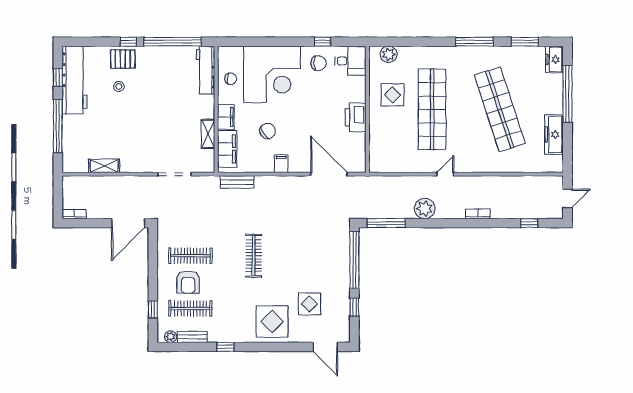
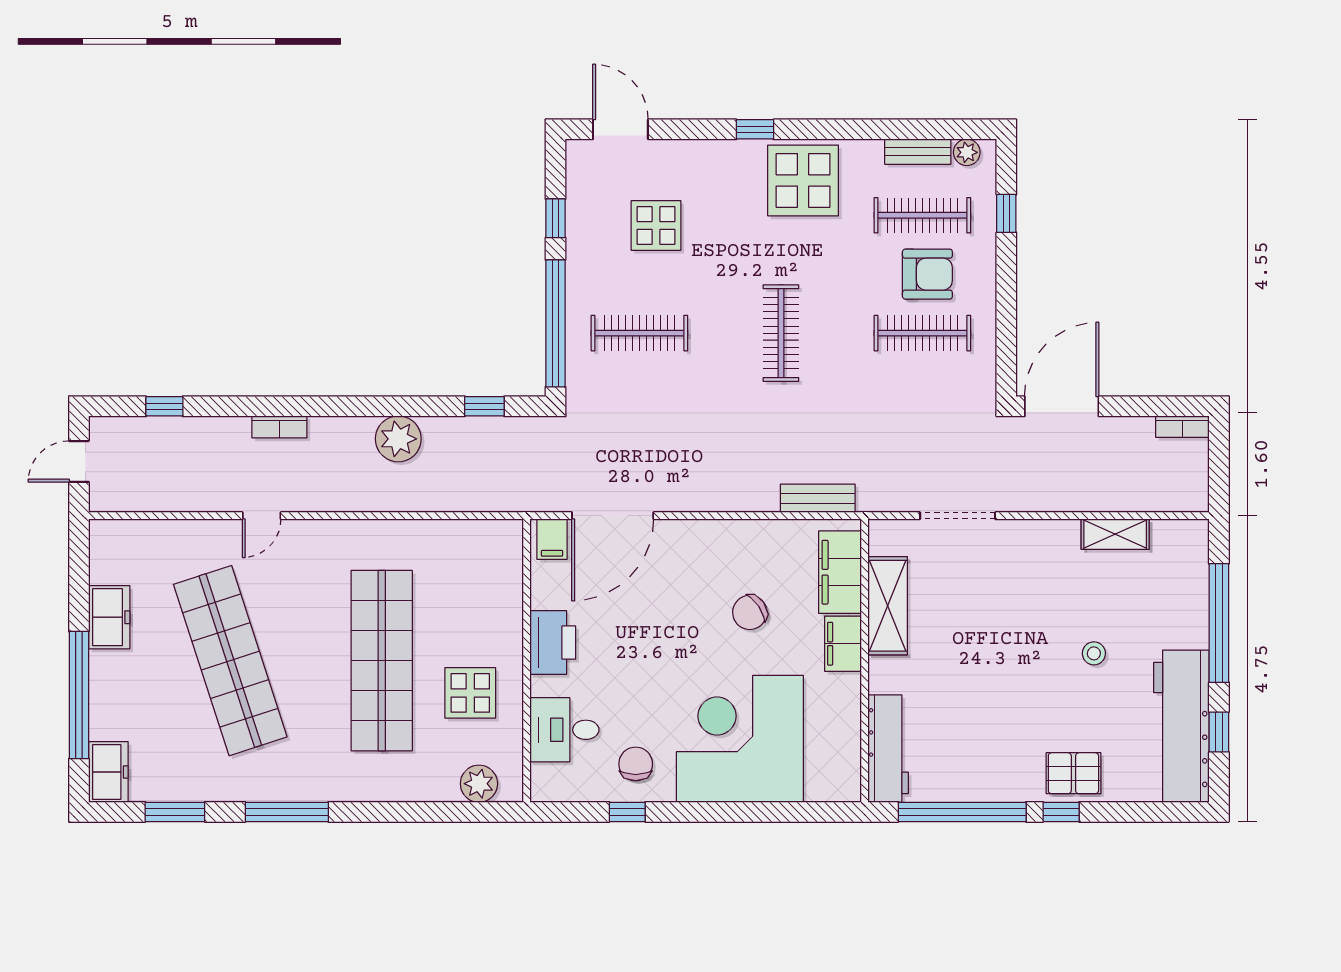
desk: (350, 61) -> (564, 730), moved
chair: (319, 63) -> (636, 764), turned 90
chair: (231, 79) -> (832, 729), removed
stool: (119, 86) -> (1094, 653), moved
shelving: (208, 134) -> (888, 606), width x1.50, depth x1.33
freezer: (554, 134) -> (109, 617), width x0.71
filing cabinet: (281, 164) -> (552, 539), moved
door: (329, 174) -> (613, 516), hinge flipped
door: (445, 174) -> (262, 516), moved
window: (386, 223) -> (484, 406), width x0.46
clothes rail: (317, 256) -> (639, 333), added
armchair: (188, 282) -> (927, 274), turned 90
display table: (272, 321) -> (803, 180), moved
window: (225, 347) -> (755, 129), moved

